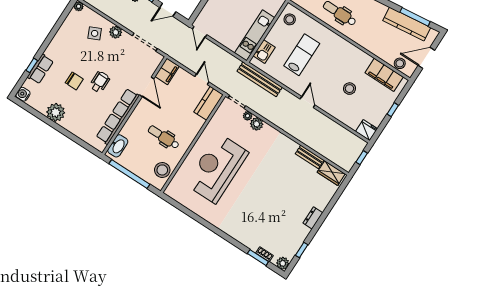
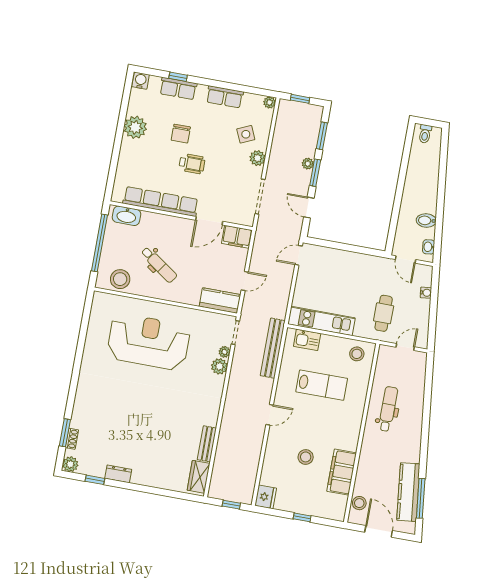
row of seats: (61, 37) -> (225, 97), added
filing cabinet: (384, 75) -> (342, 472), moved
dental chair: (164, 137) -> (159, 265), turned 125
dresser: (313, 218) -> (118, 474), moved

